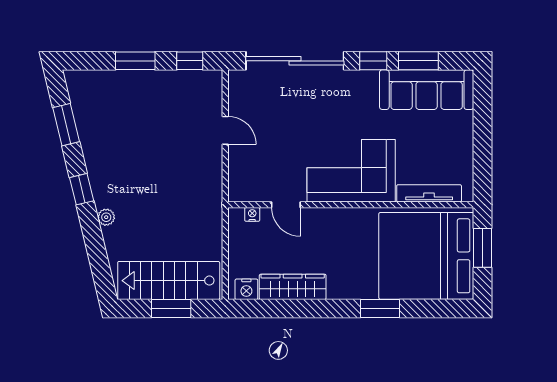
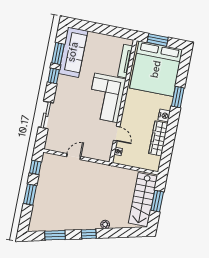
sliding door: (295, 61) -> (46, 115), width x0.54
door: (286, 205) -> (117, 134), hinge flipped
nightstand: (246, 289) -> (164, 116), moved

